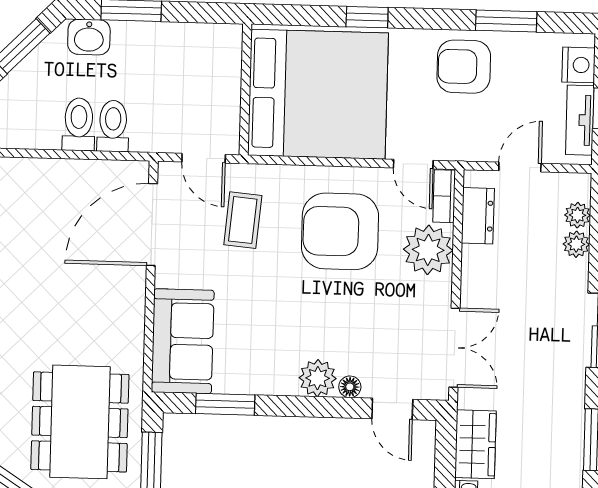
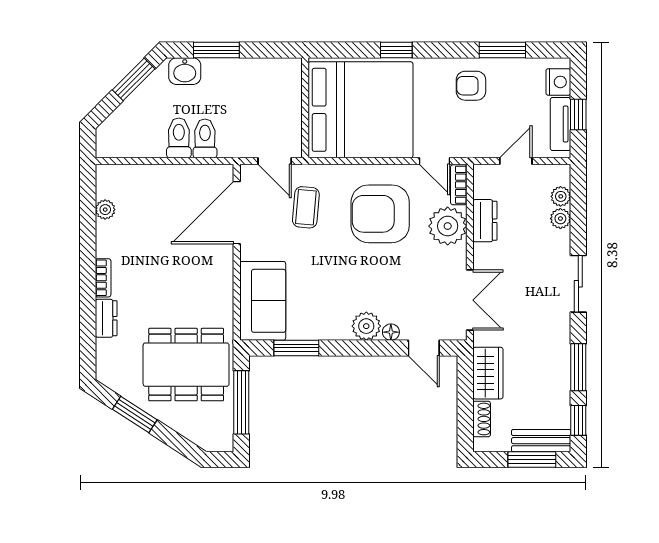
armchair: (464, 67) -> (471, 86), width x0.72, depth x0.72
dresser: (478, 216) -> (485, 221), moved
dining table: (80, 422) -> (186, 365), turned 90

